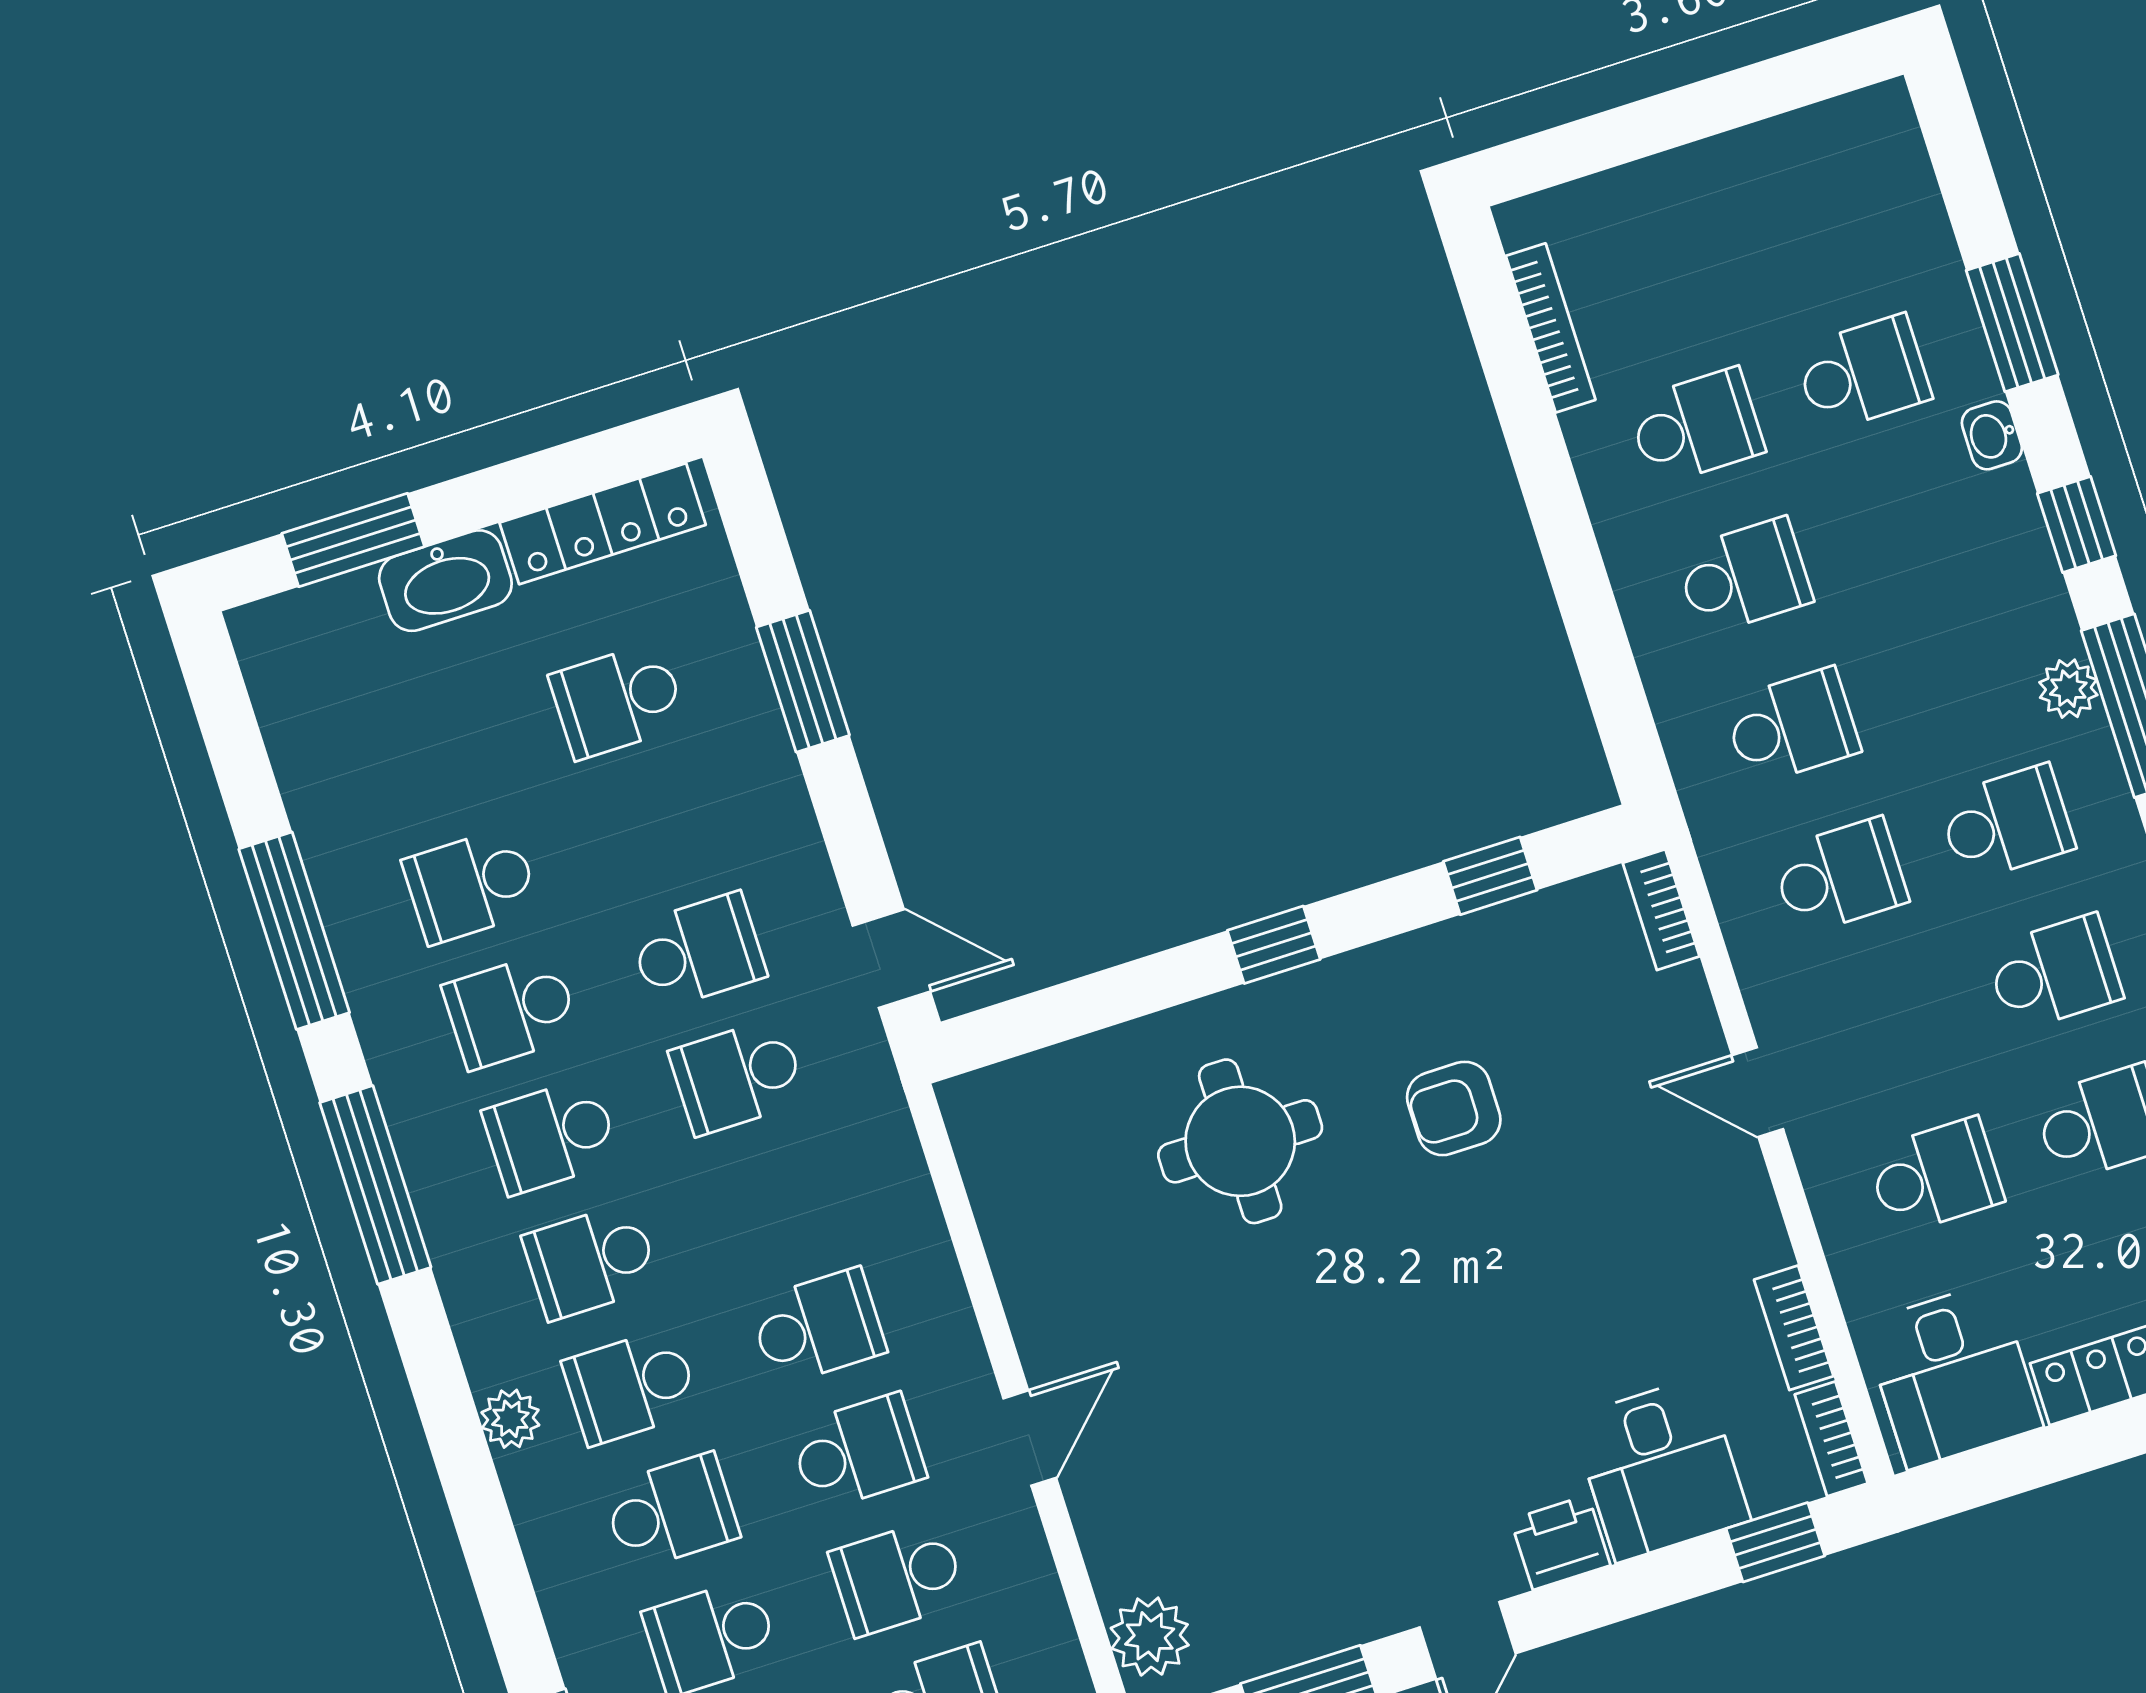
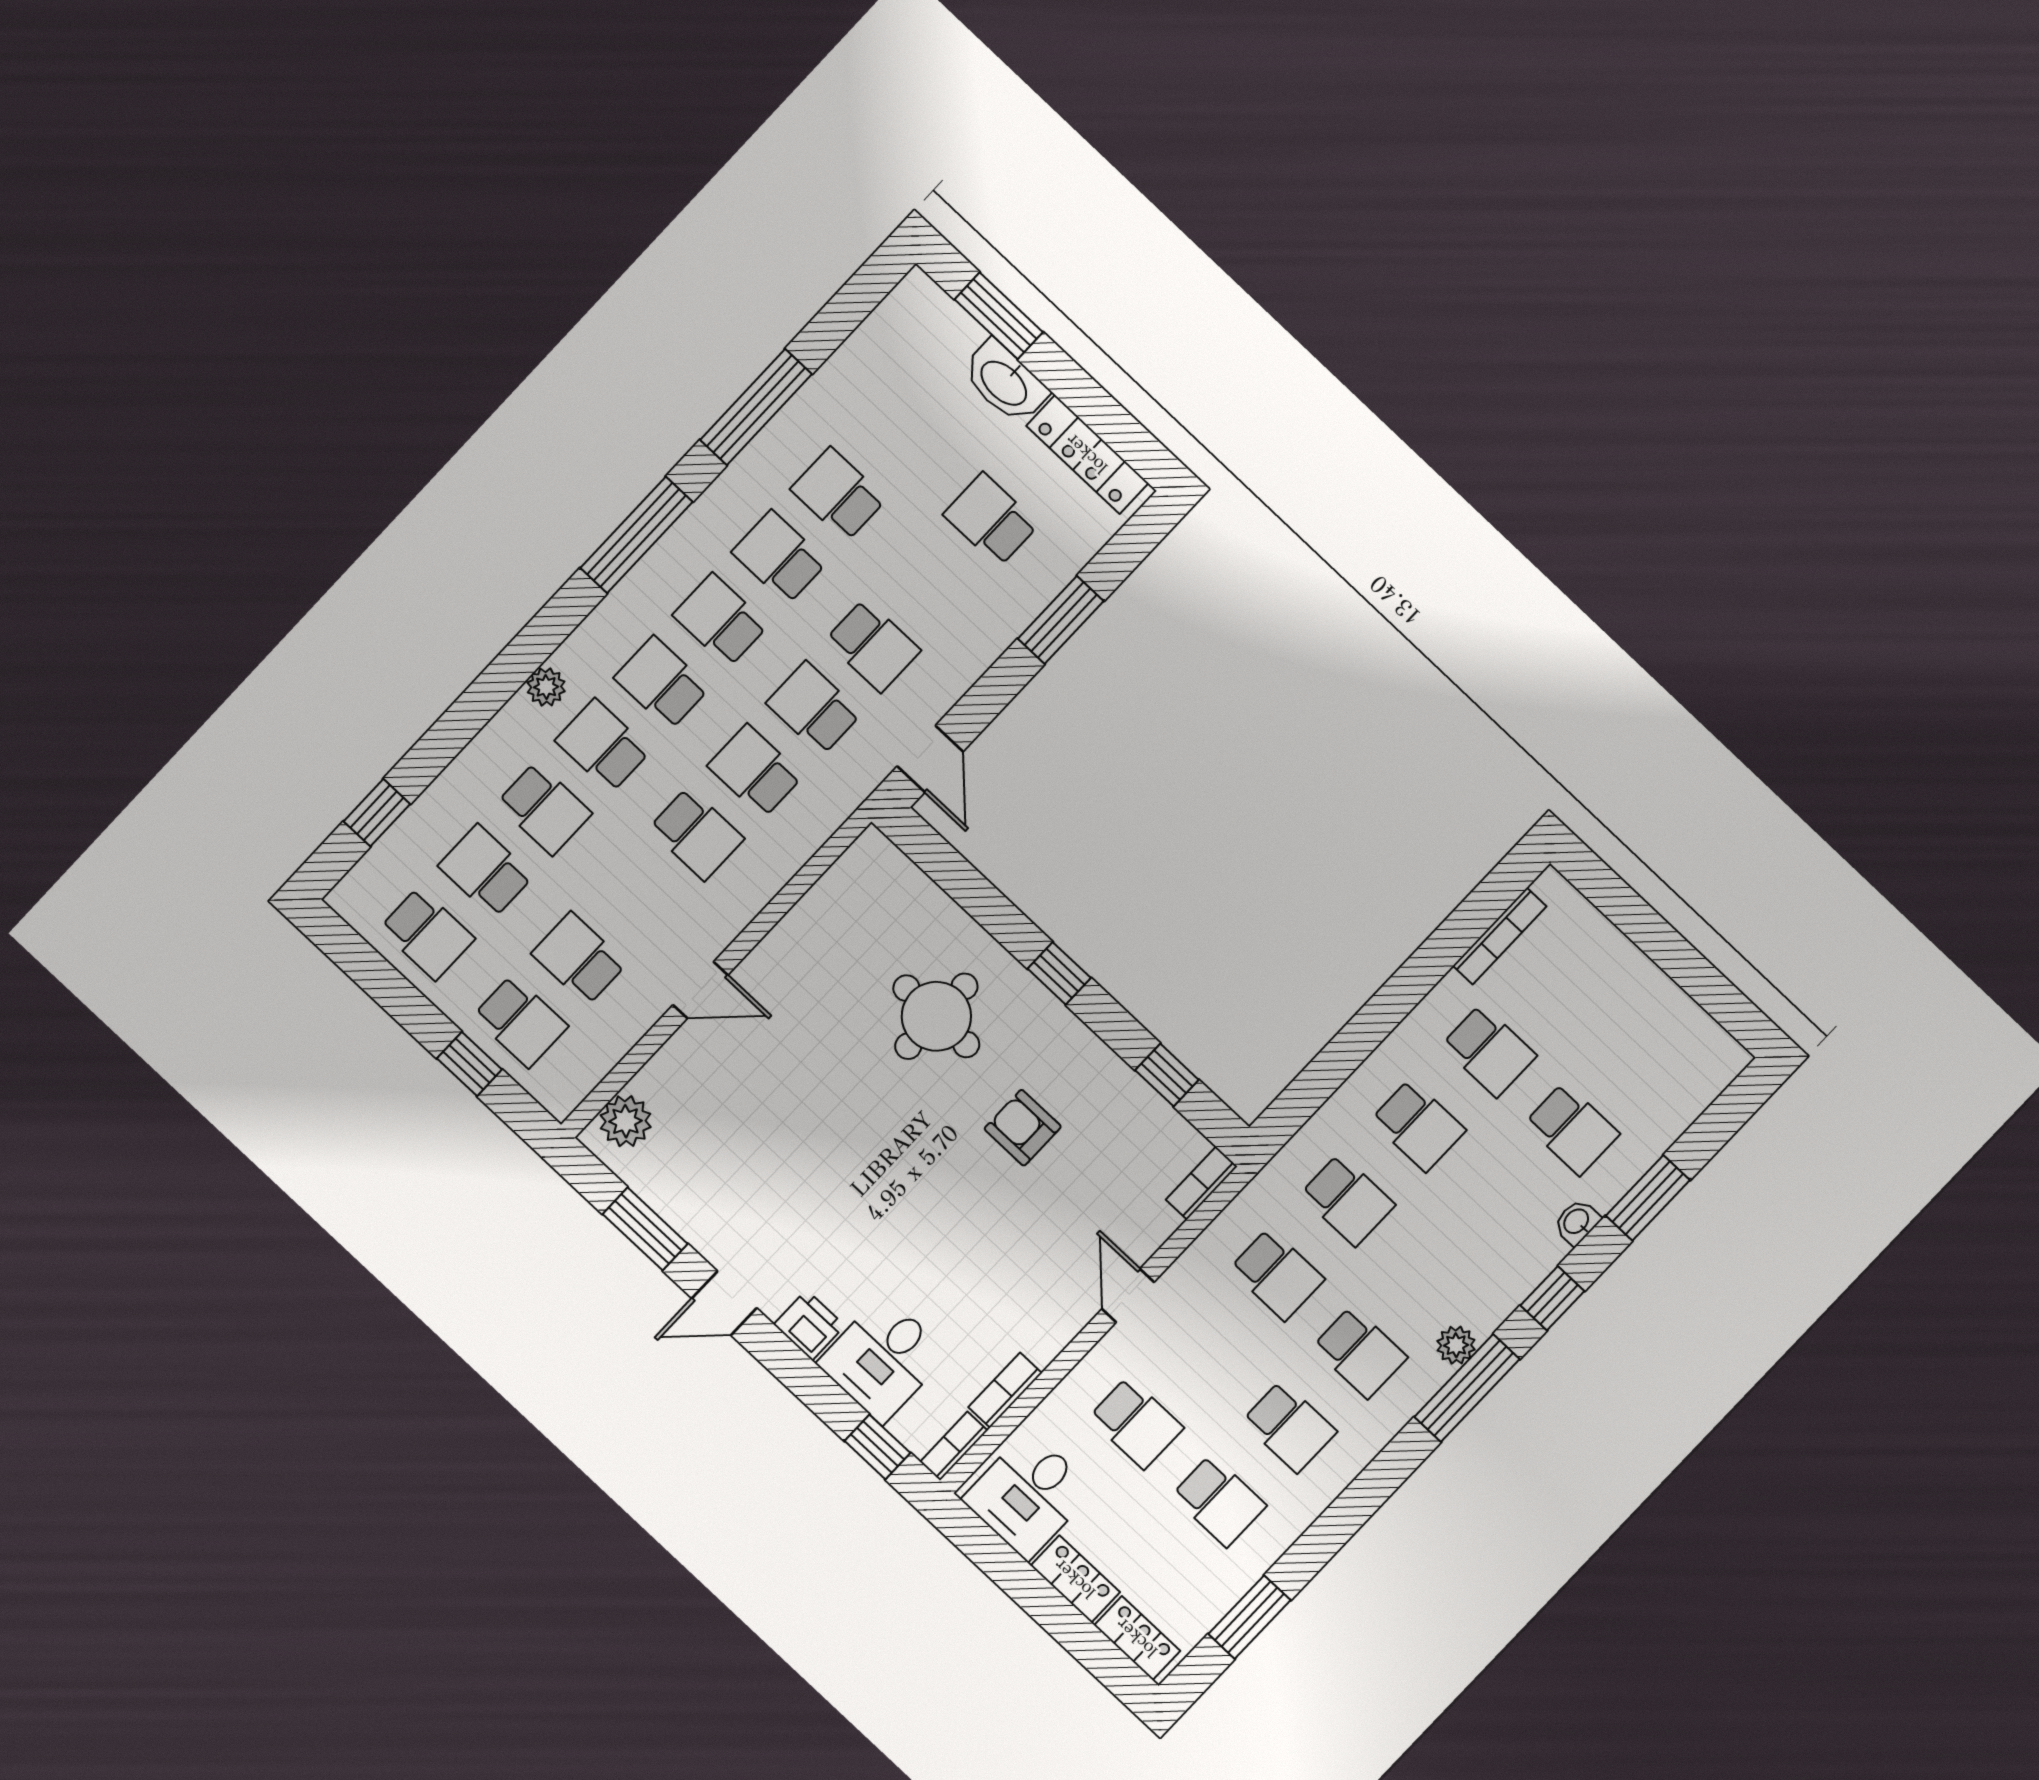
school desk: (858, 1452) -> (755, 771), moved, turned 180

